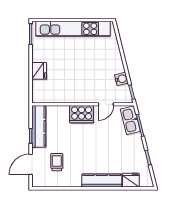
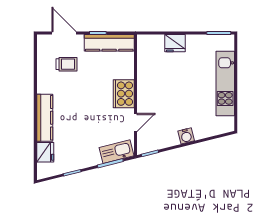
kitchen unit: (73, 29) -> (225, 84), width x0.73
water cooler: (121, 79) -> (186, 136), moved
door: (106, 104) -> (136, 123), swing flipped

